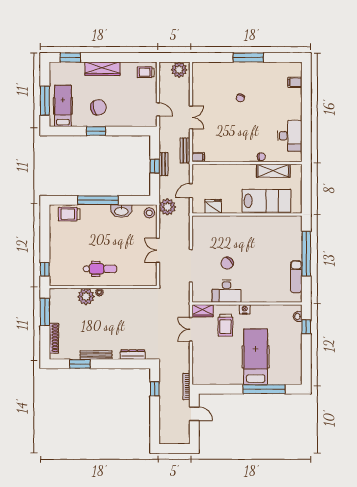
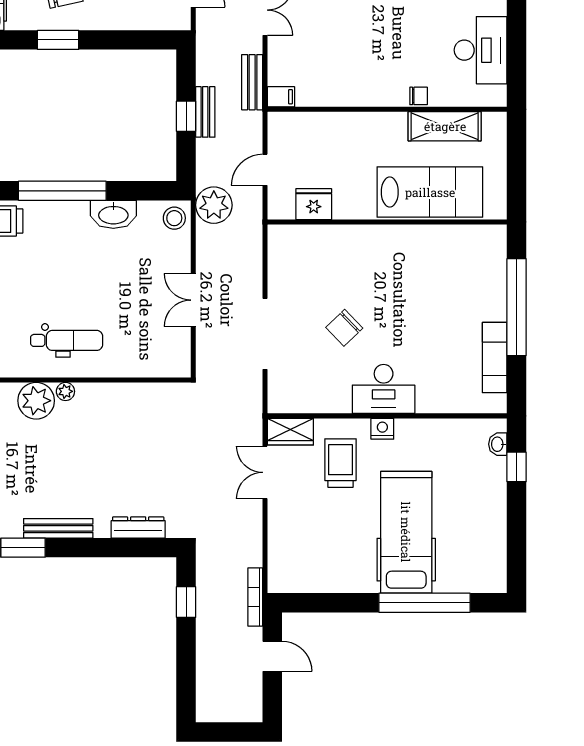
desk: (227, 291) -> (384, 389), moved
trolley: (225, 325) -> (340, 463), turned 180

